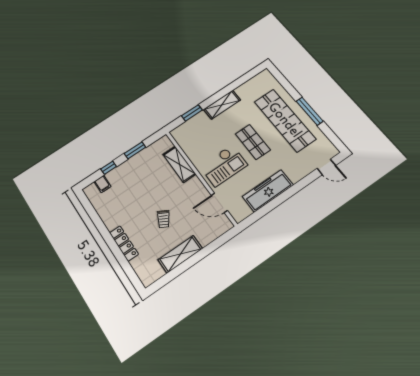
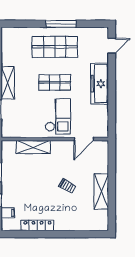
shop shelf: (285, 120) -> (55, 47), width x0.71
freezer: (268, 191) -> (100, 84), moved
locker: (124, 243) -> (37, 225), moved

